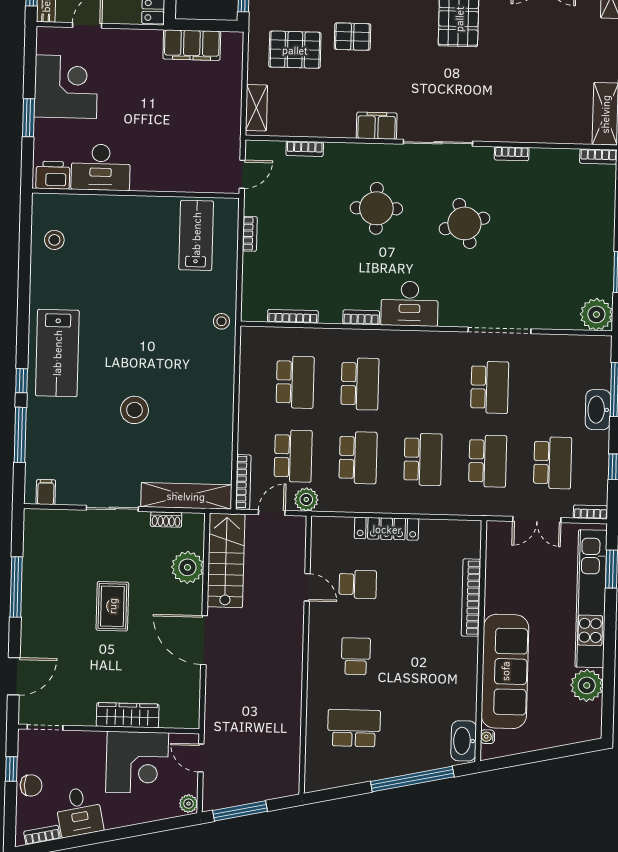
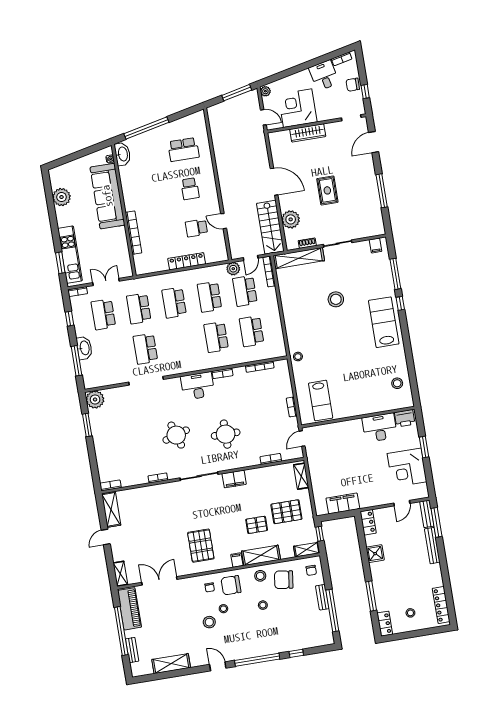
kitchen unit: (591, 599) -> (70, 255), width x0.73

